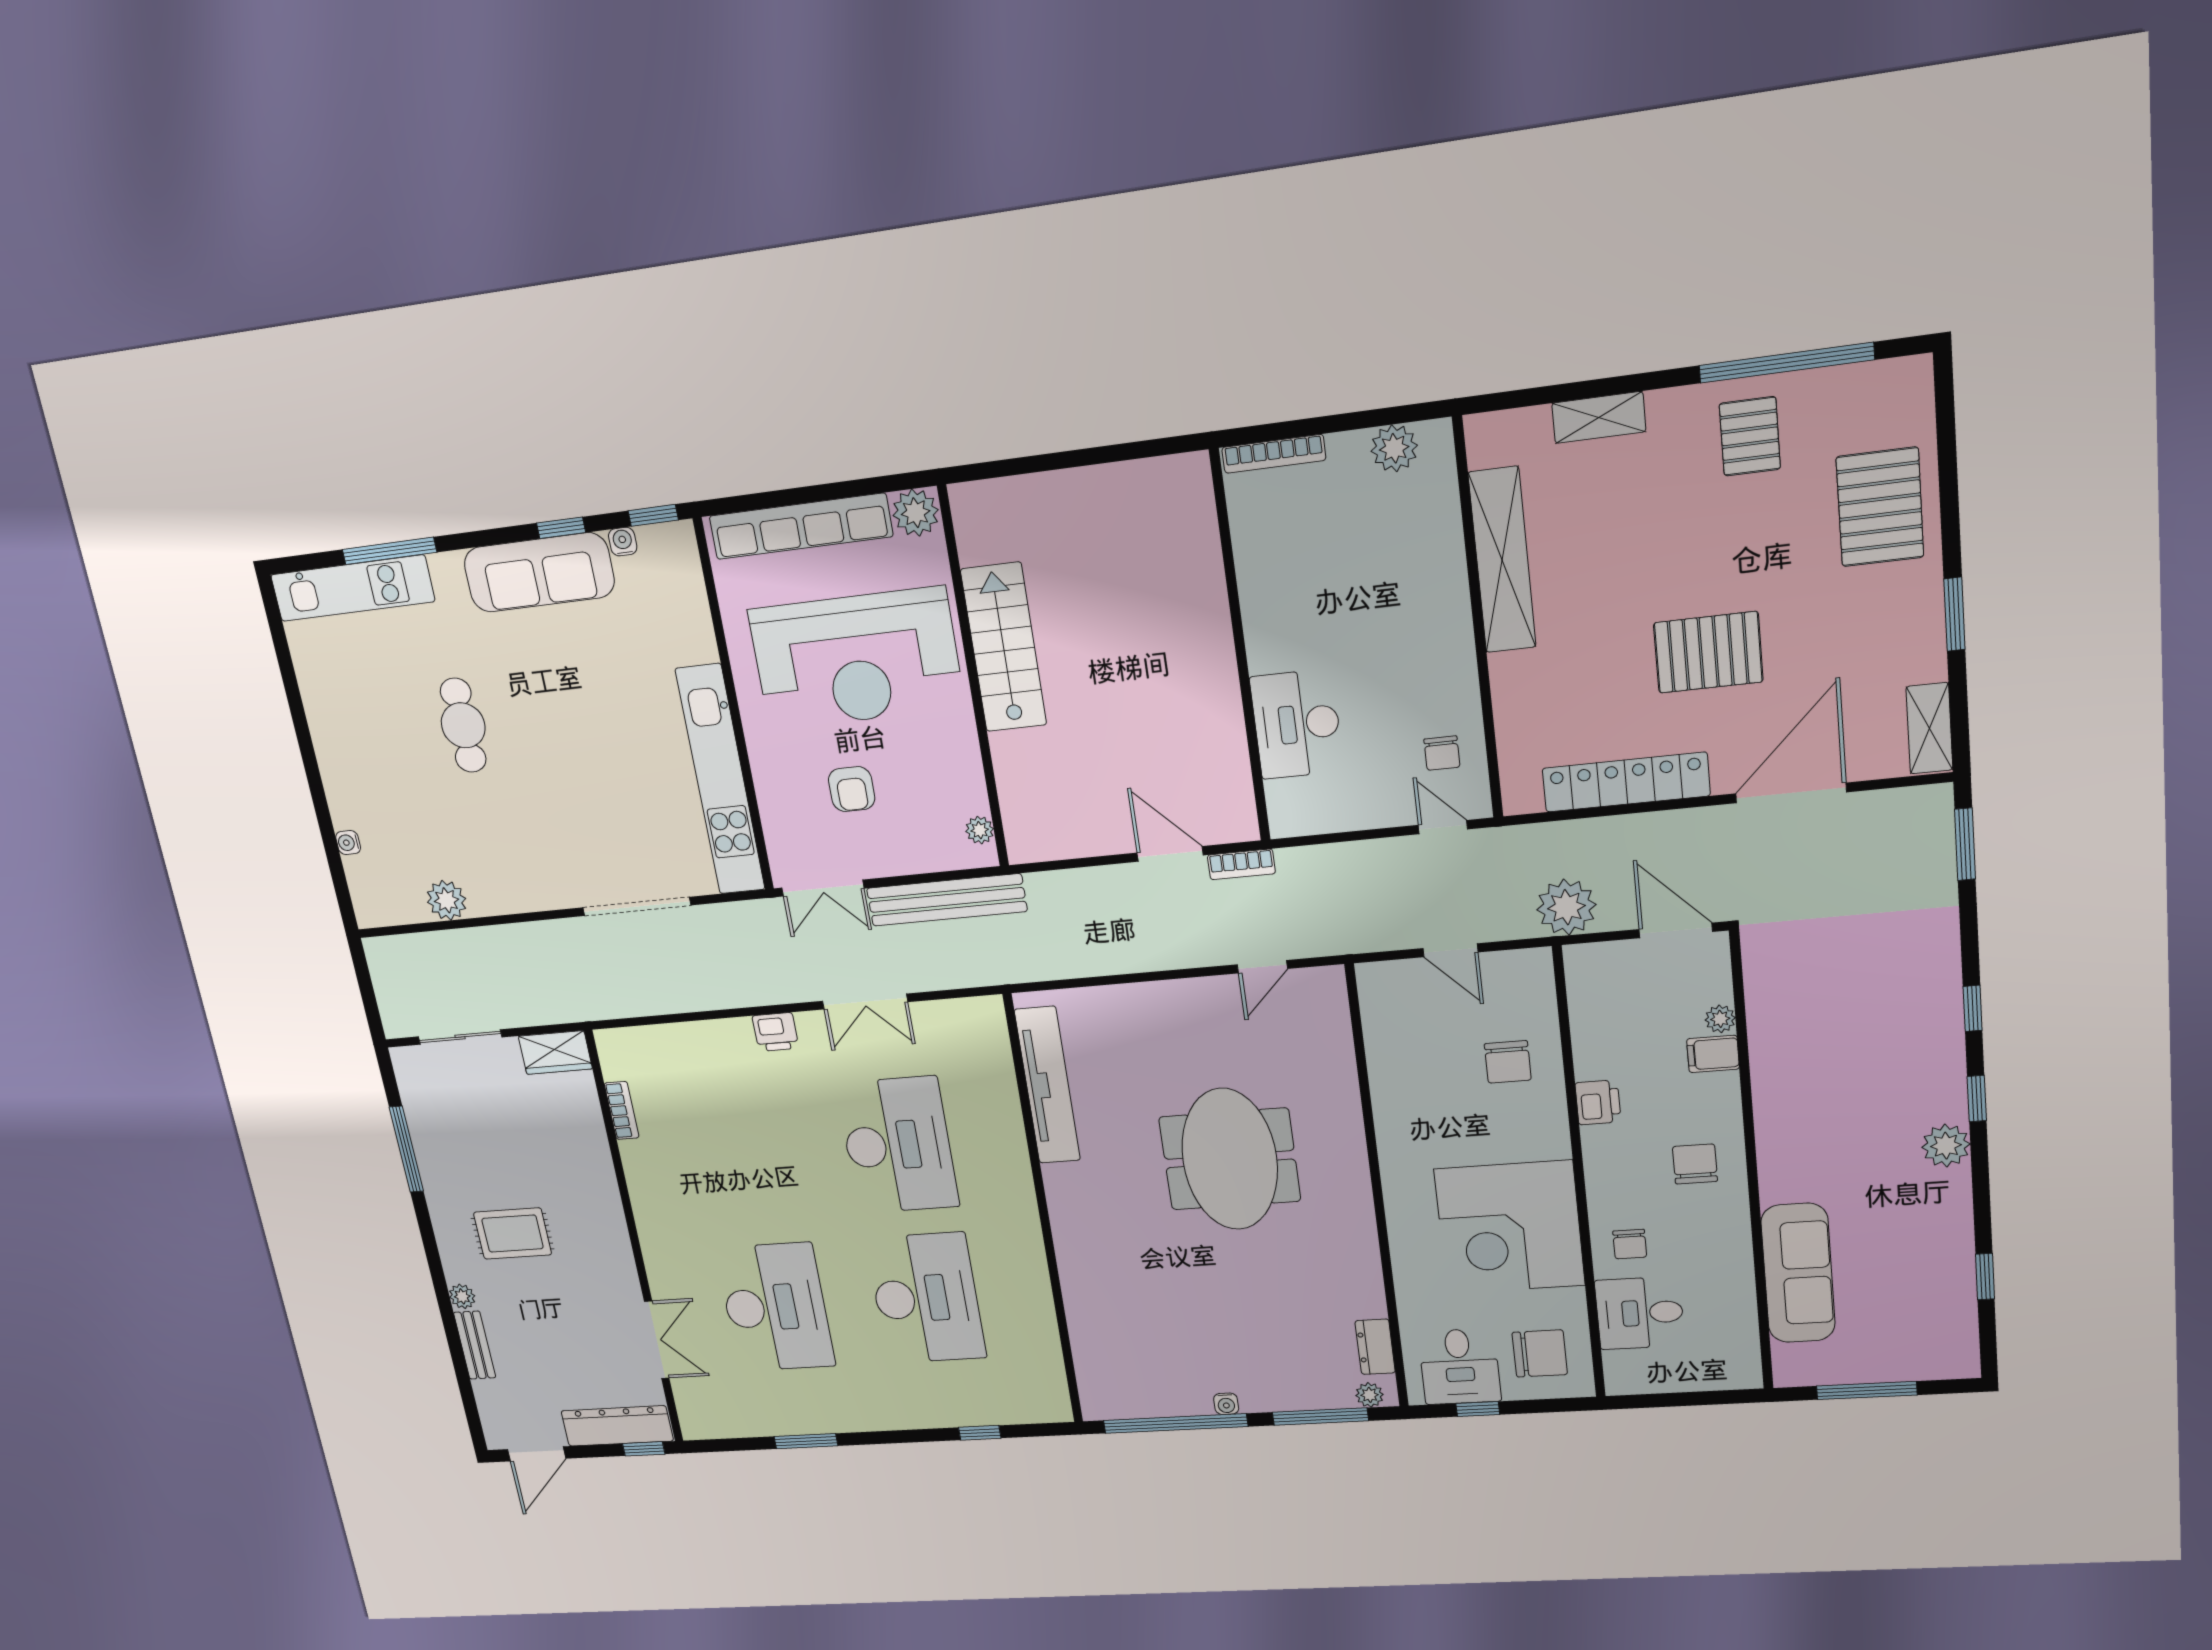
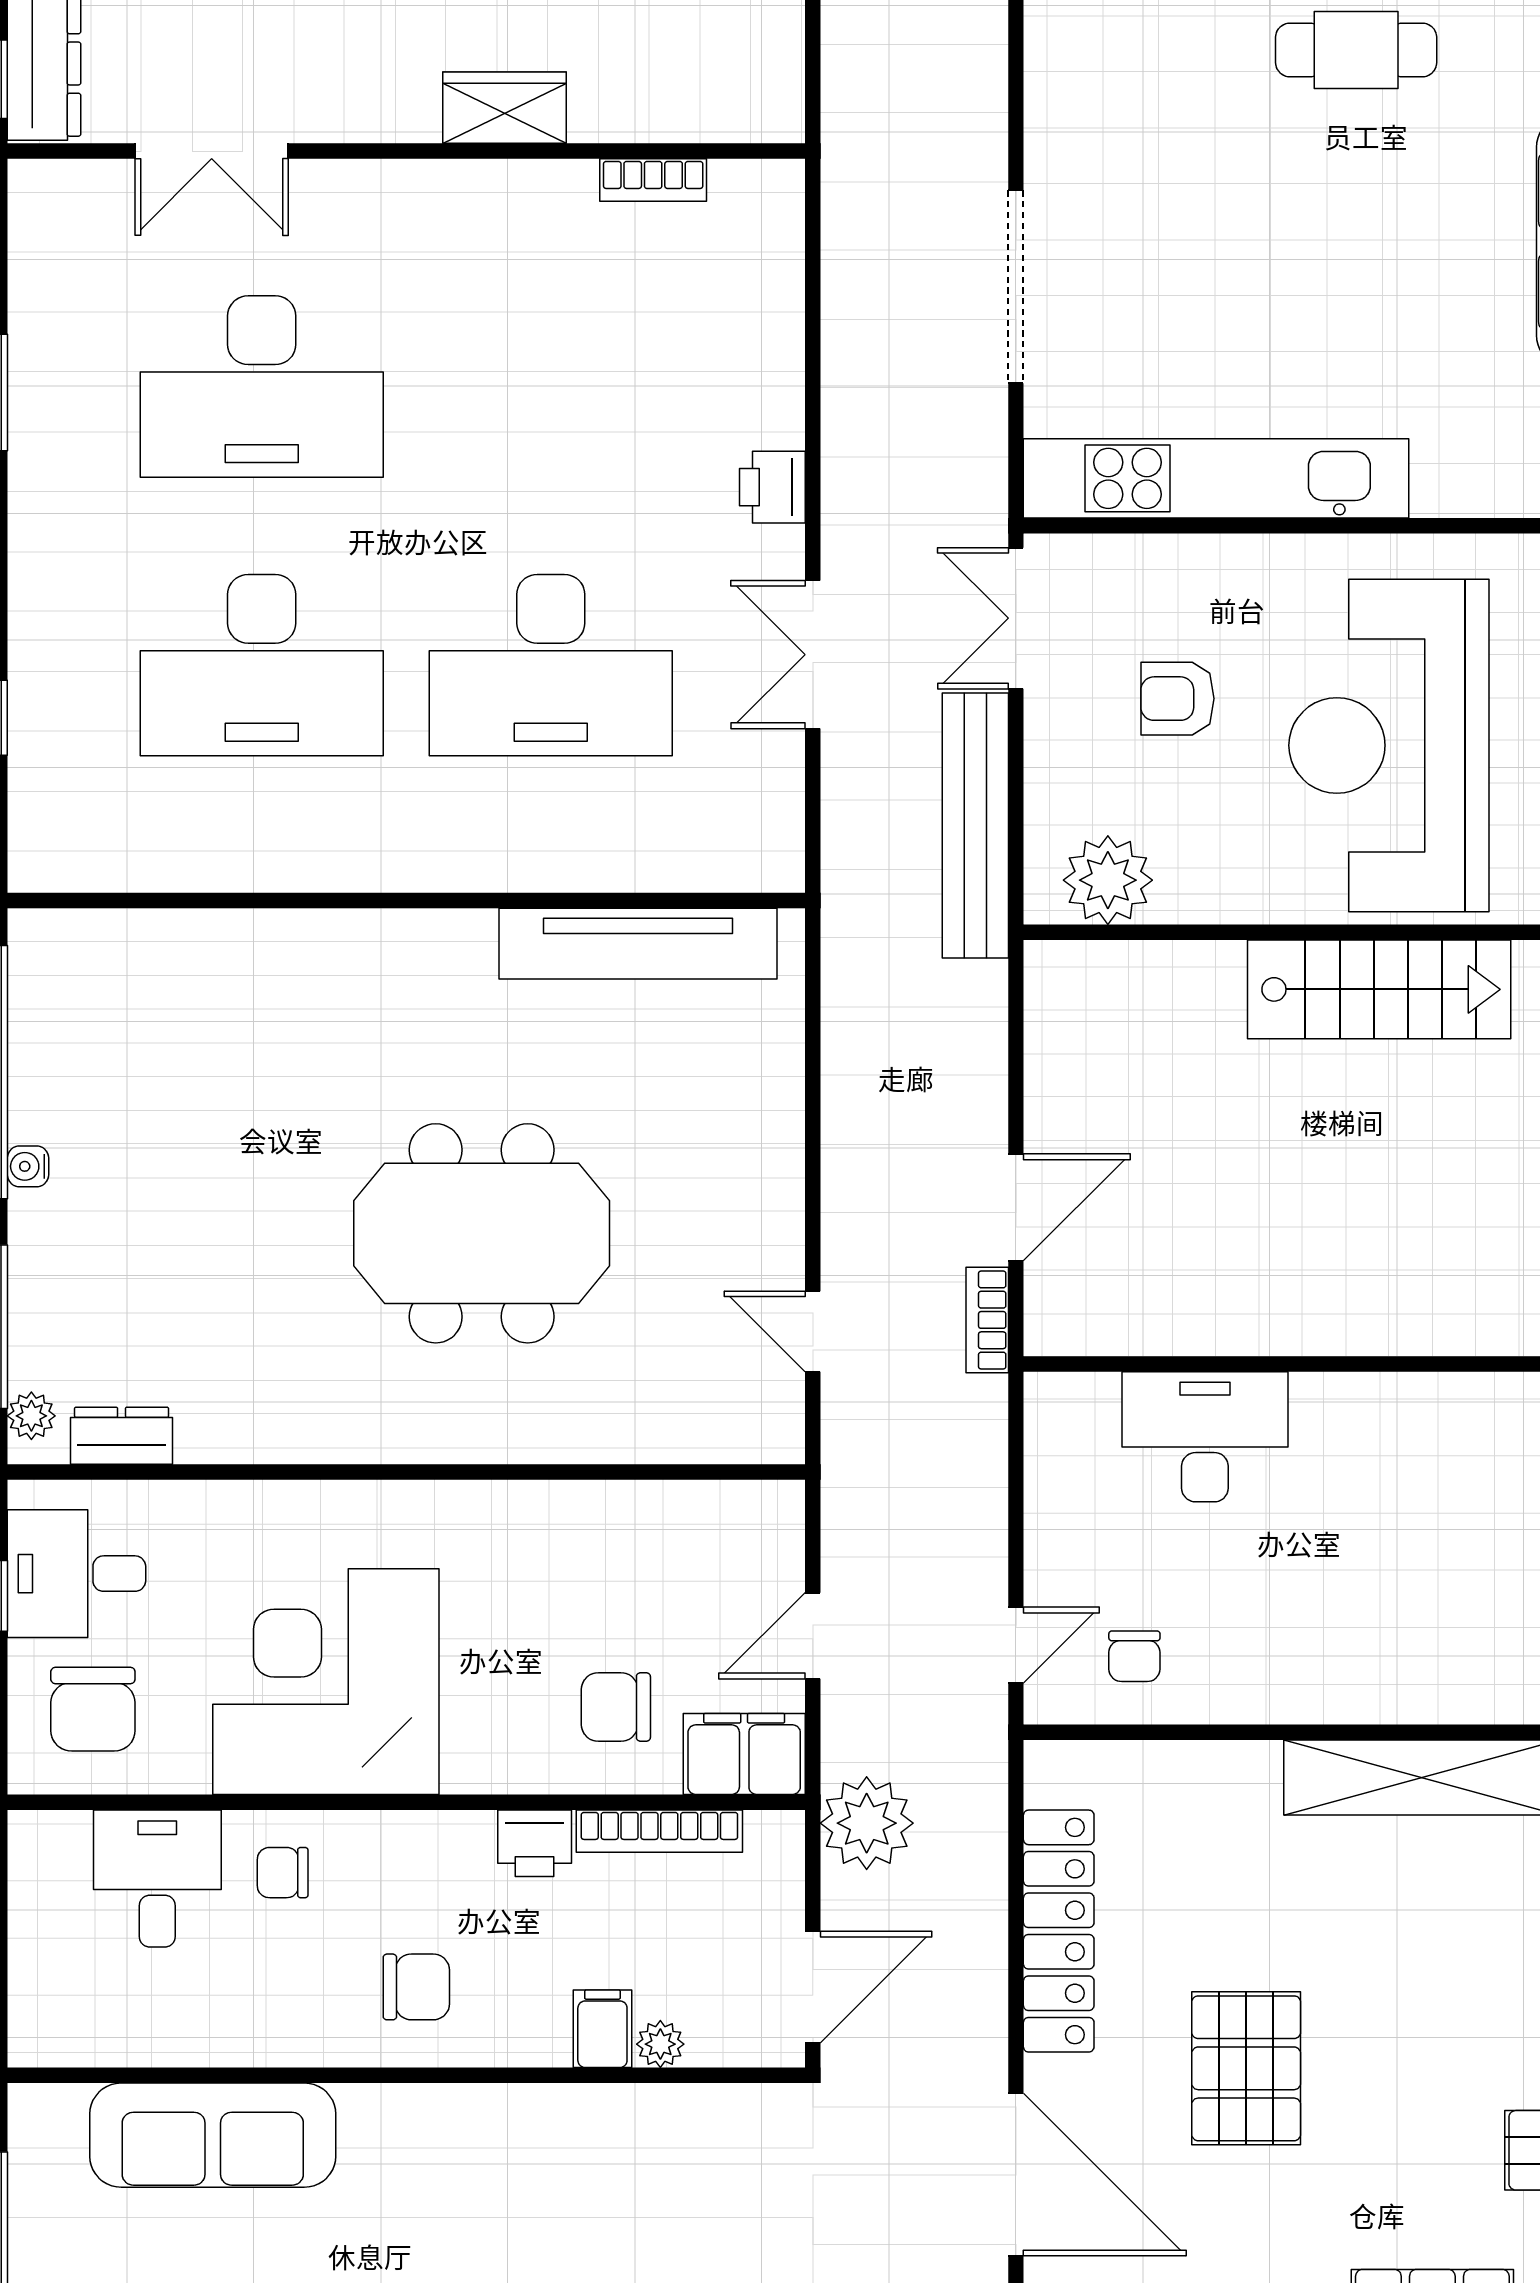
chair: (1442, 753) -> (1134, 1656), turned -90
plant: (980, 830) -> (1108, 880), width x1.87, depth x1.87
filing cabinet: (1529, 984) -> (744, 1754), added
bookcase: (1583, 1030) -> (659, 1831), added
wardrobe: (555, 1053) -> (504, 108), moved, turned 90

